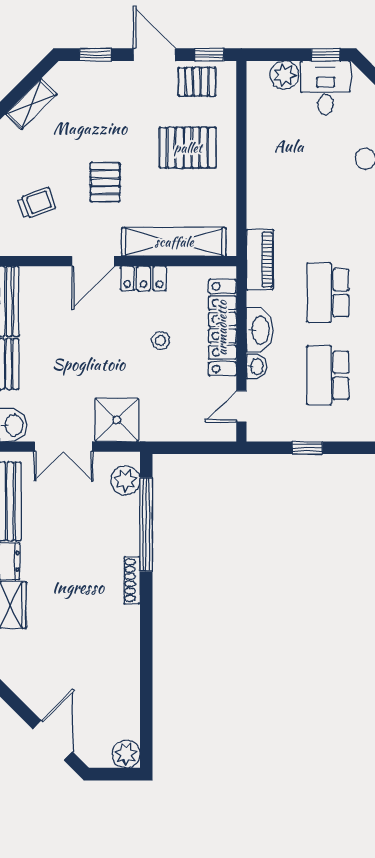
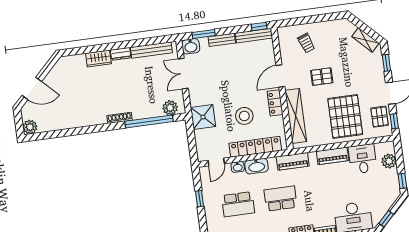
desk: (326, 88) -> (363, 159), moved, turned -90
shelving: (31, 104) -> (365, 40), moved
pallet: (188, 148) -> (345, 116), width x1.37, depth x1.41
piano: (260, 182) -> (333, 156), added
door: (93, 261) -> (280, 76), hinge flipped
stool: (160, 341) -> (244, 116), width x1.89, depth x1.89
school desk: (328, 375) -> (238, 204), turned 180
door: (241, 406) -> (216, 162), swing flipped
shower: (117, 420) -> (203, 117), moved

